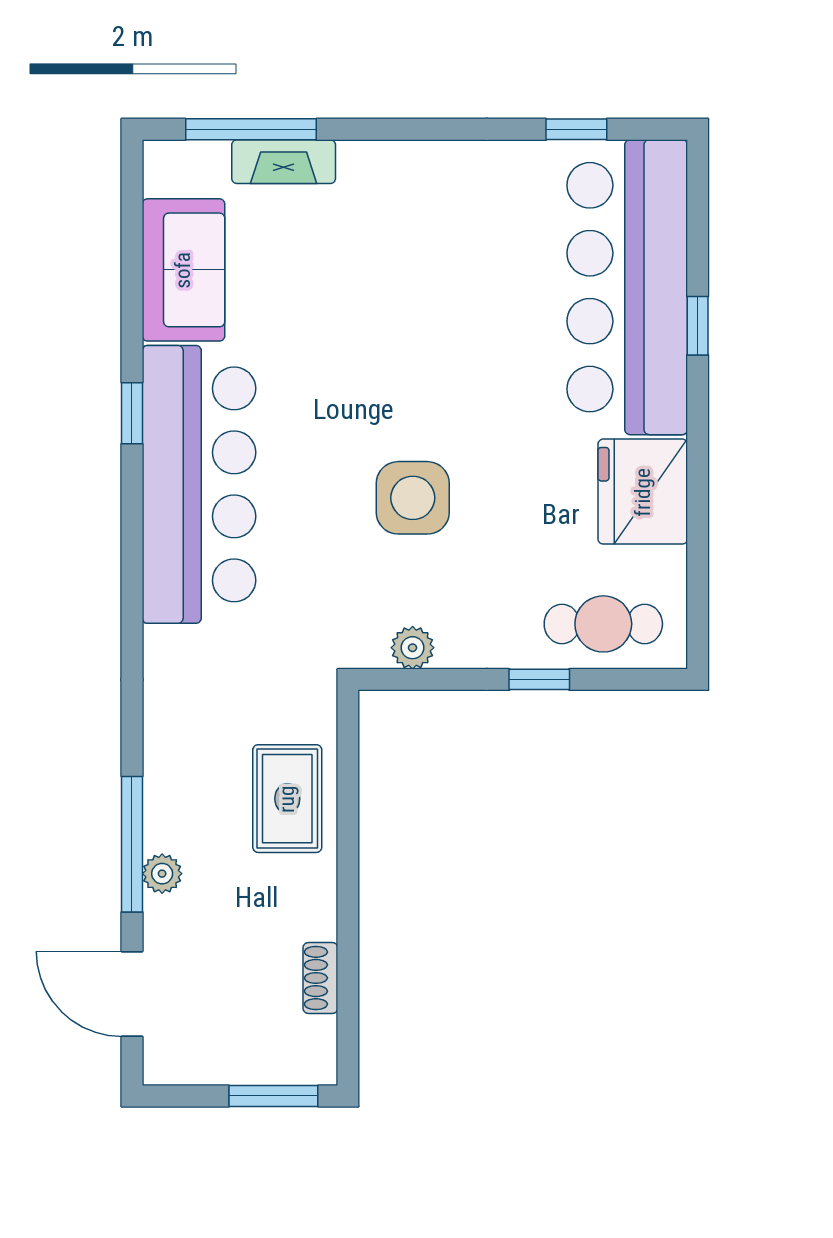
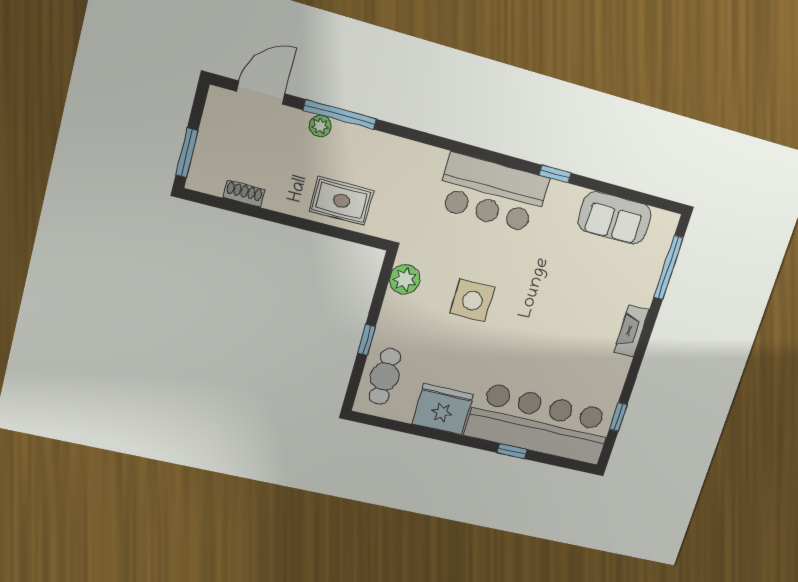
fireplace: (284, 162) -> (631, 331), moved
bar counter: (199, 484) -> (493, 193), width x0.73
plant: (413, 648) -> (405, 279), width x1.38, depth x1.38

